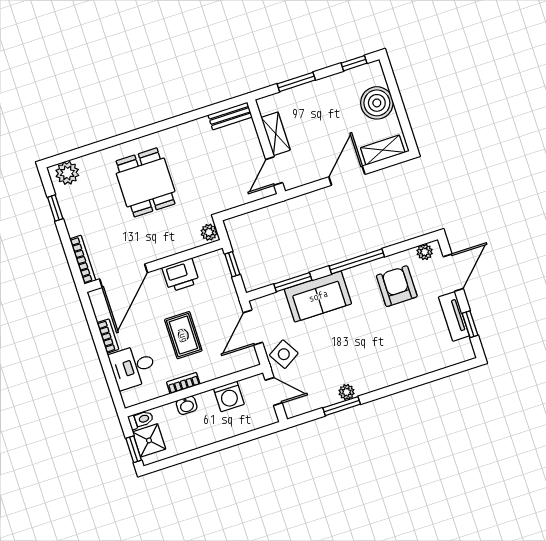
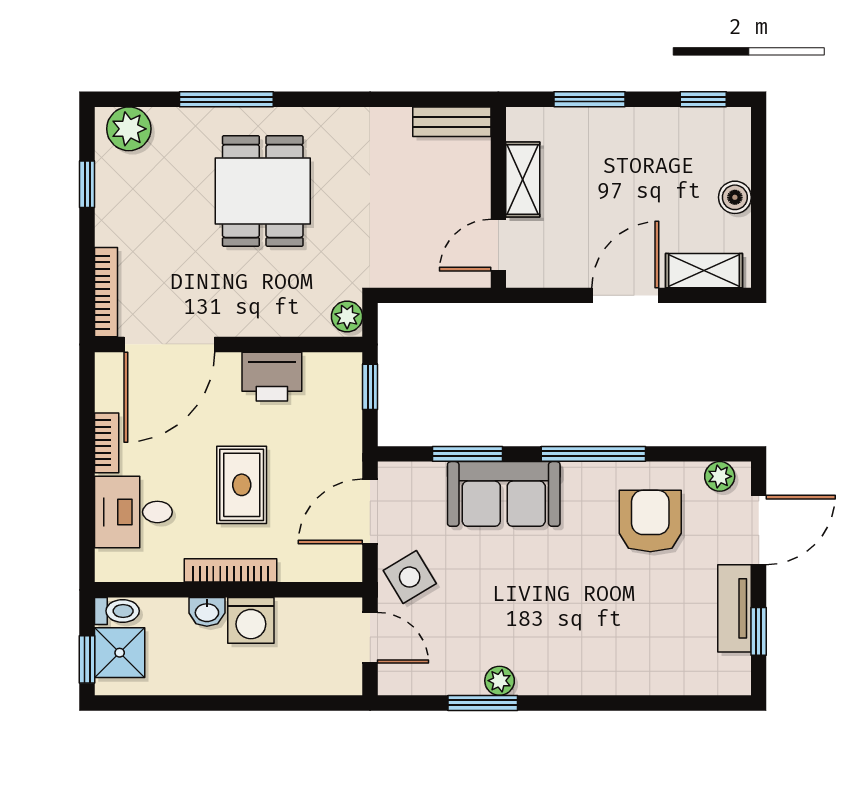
boiler: (377, 103) -> (735, 197), width x0.54, depth x0.54
window: (112, 142) -> (226, 99), added
bookcase: (183, 383) -> (231, 570), width x1.56
washing machine: (229, 396) -> (251, 620), moved

